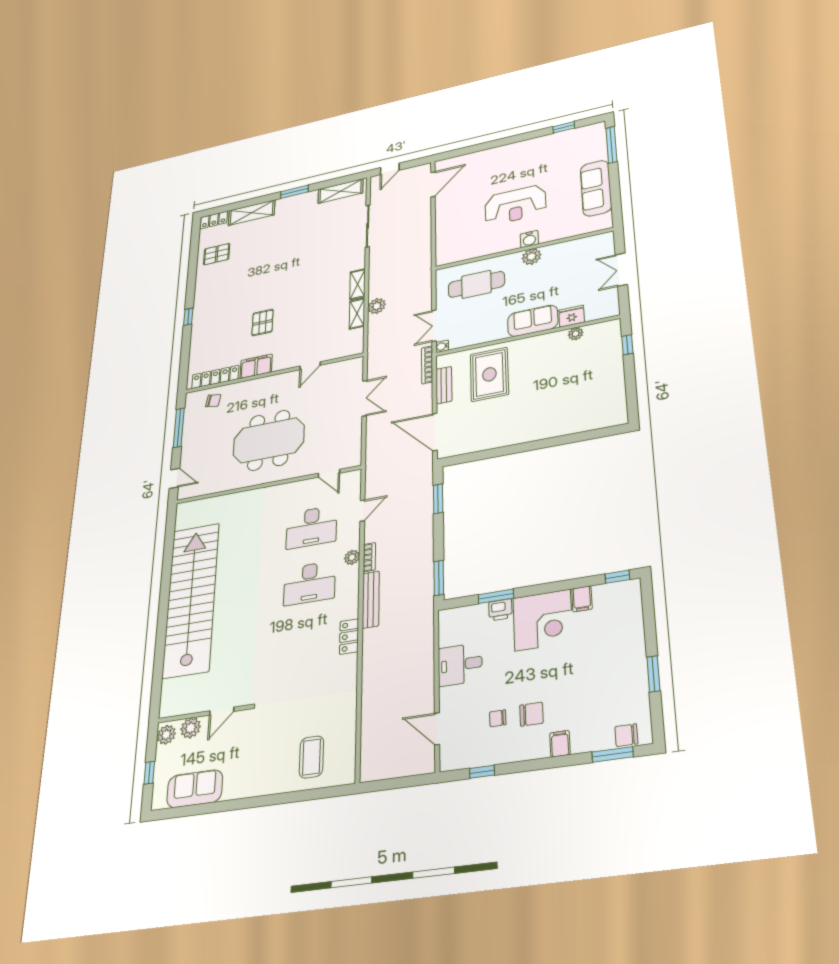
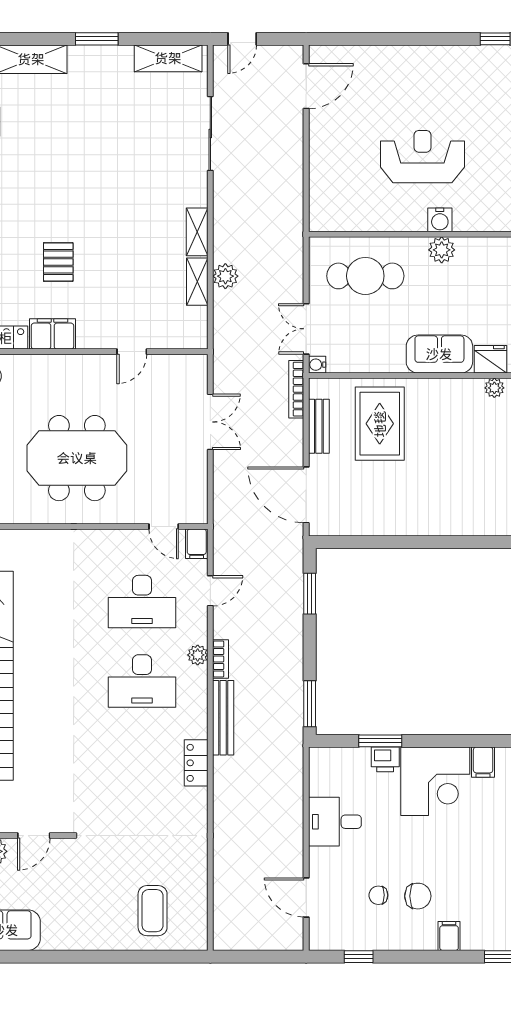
reception desk: (515, 205) -> (422, 157), turned 180
filing cabinet: (353, 480) -> (197, 544), added

